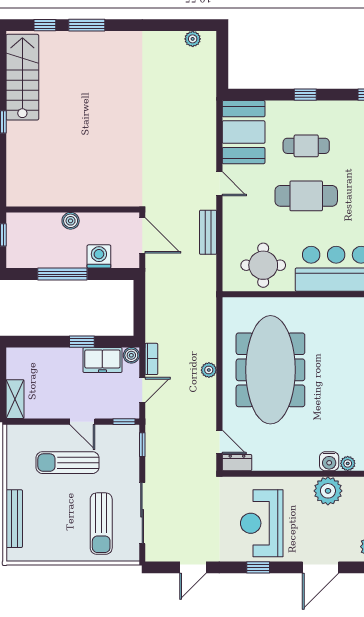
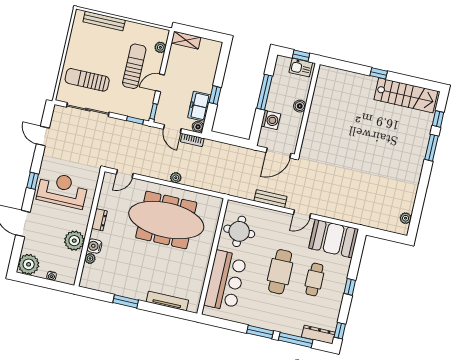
kitchen sink: (17, 232) -> (301, 68), added
plant: (33, 432) -> (160, 47), added
dresser: (237, 463) -> (99, 220), moved

